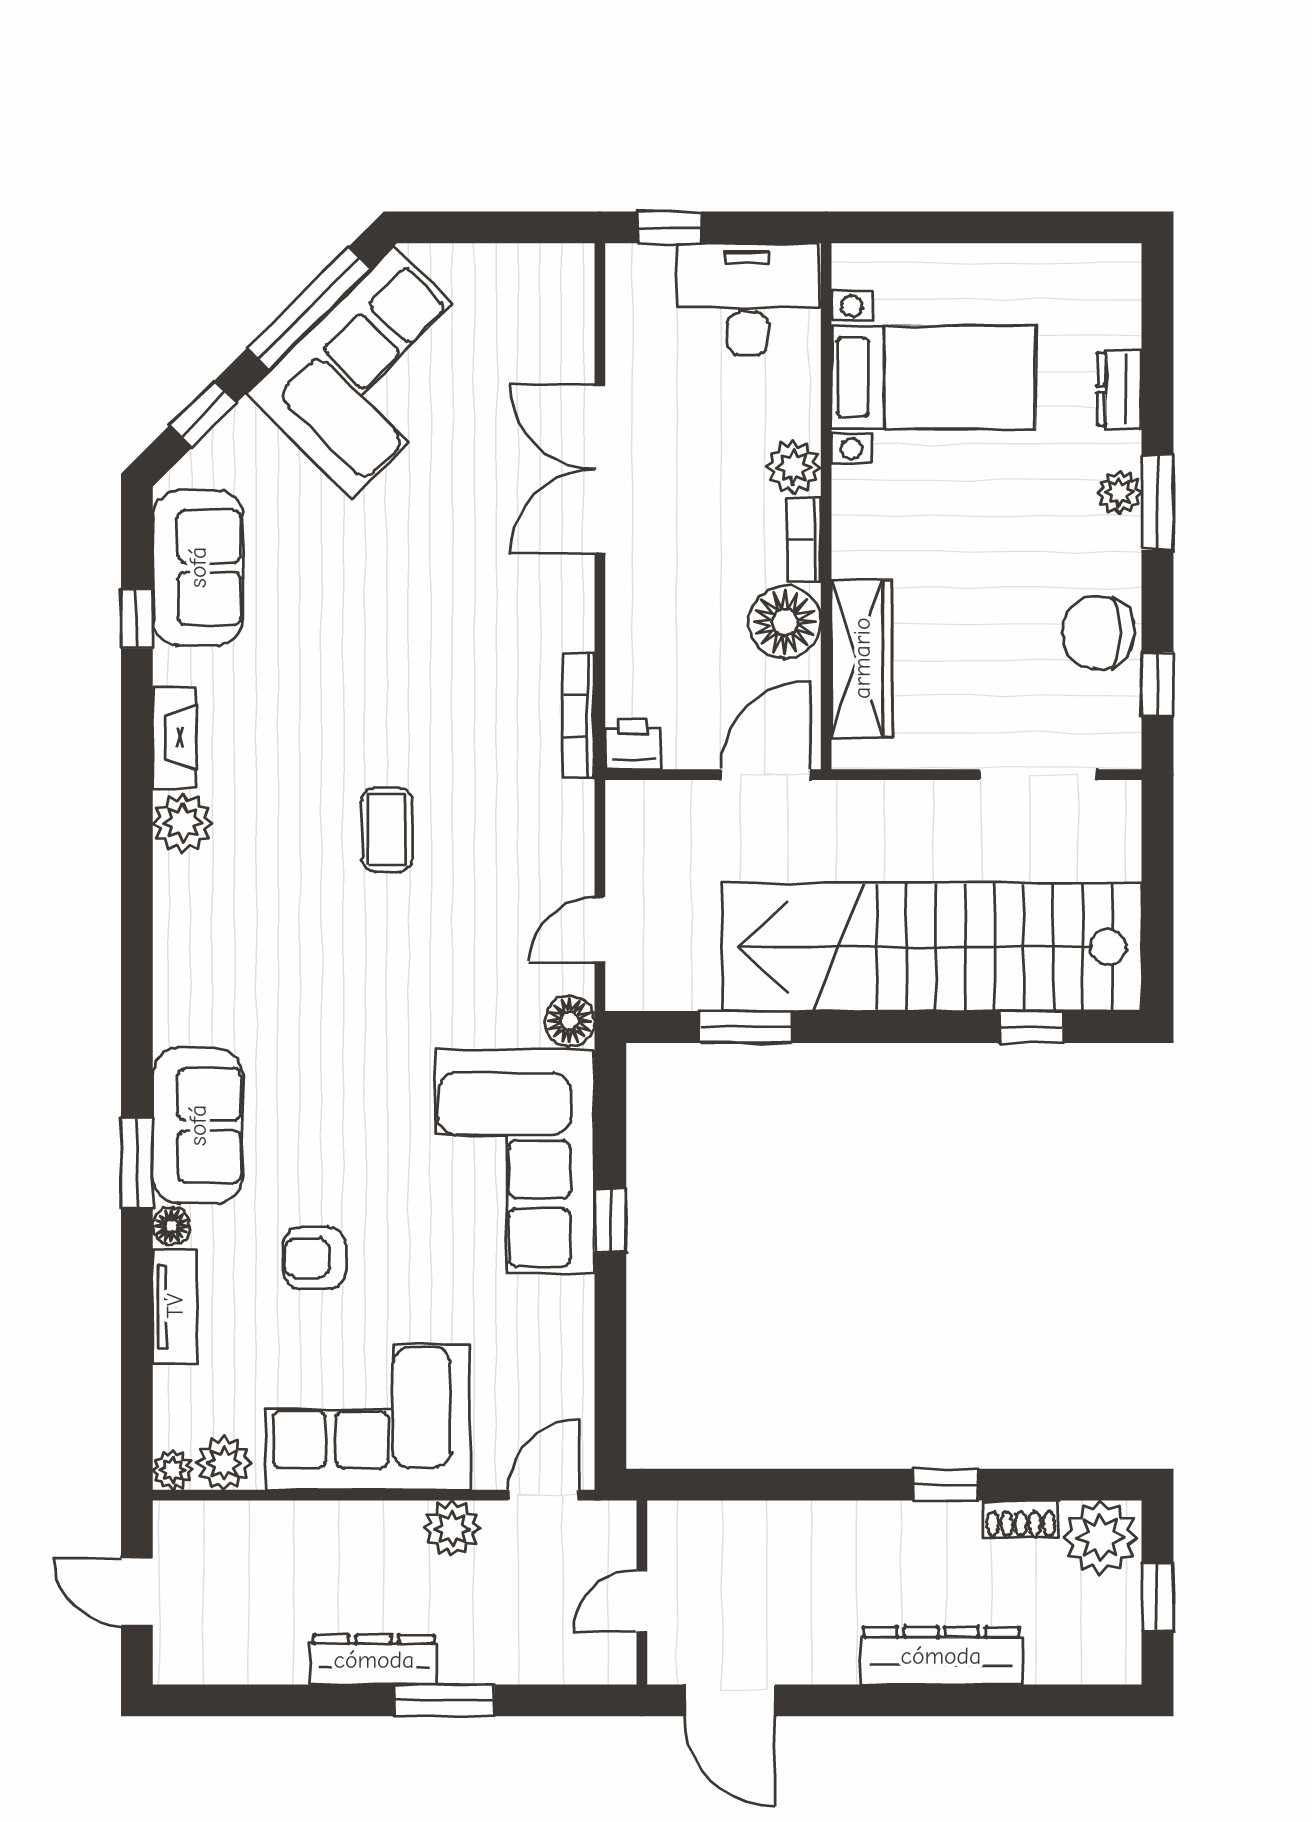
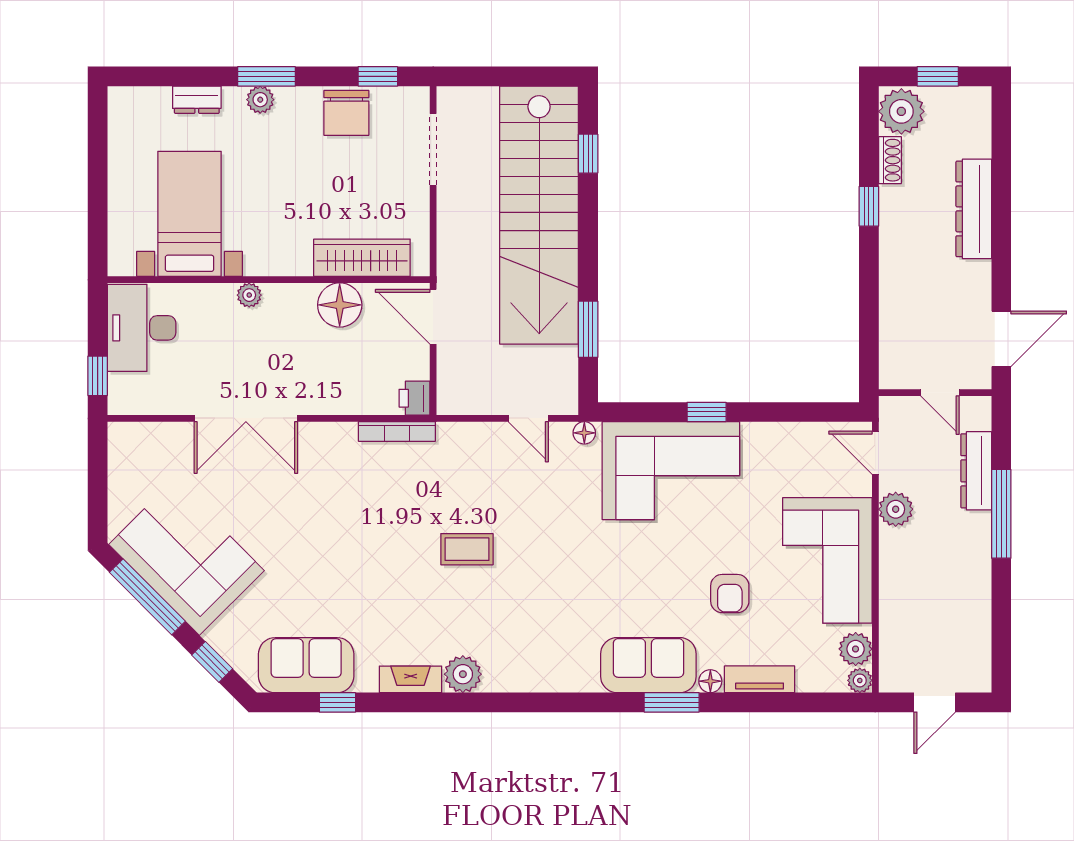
plant: (794, 467) -> (249, 295), width x0.73, depth x0.73
bookcase: (804, 540) -> (290, 293), removed
floor lamp: (570, 1021) -> (584, 433), width x0.73, depth x0.73
dresser: (374, 1660) -> (976, 471), moved
window: (444, 1700) -> (1001, 514), width x1.44

